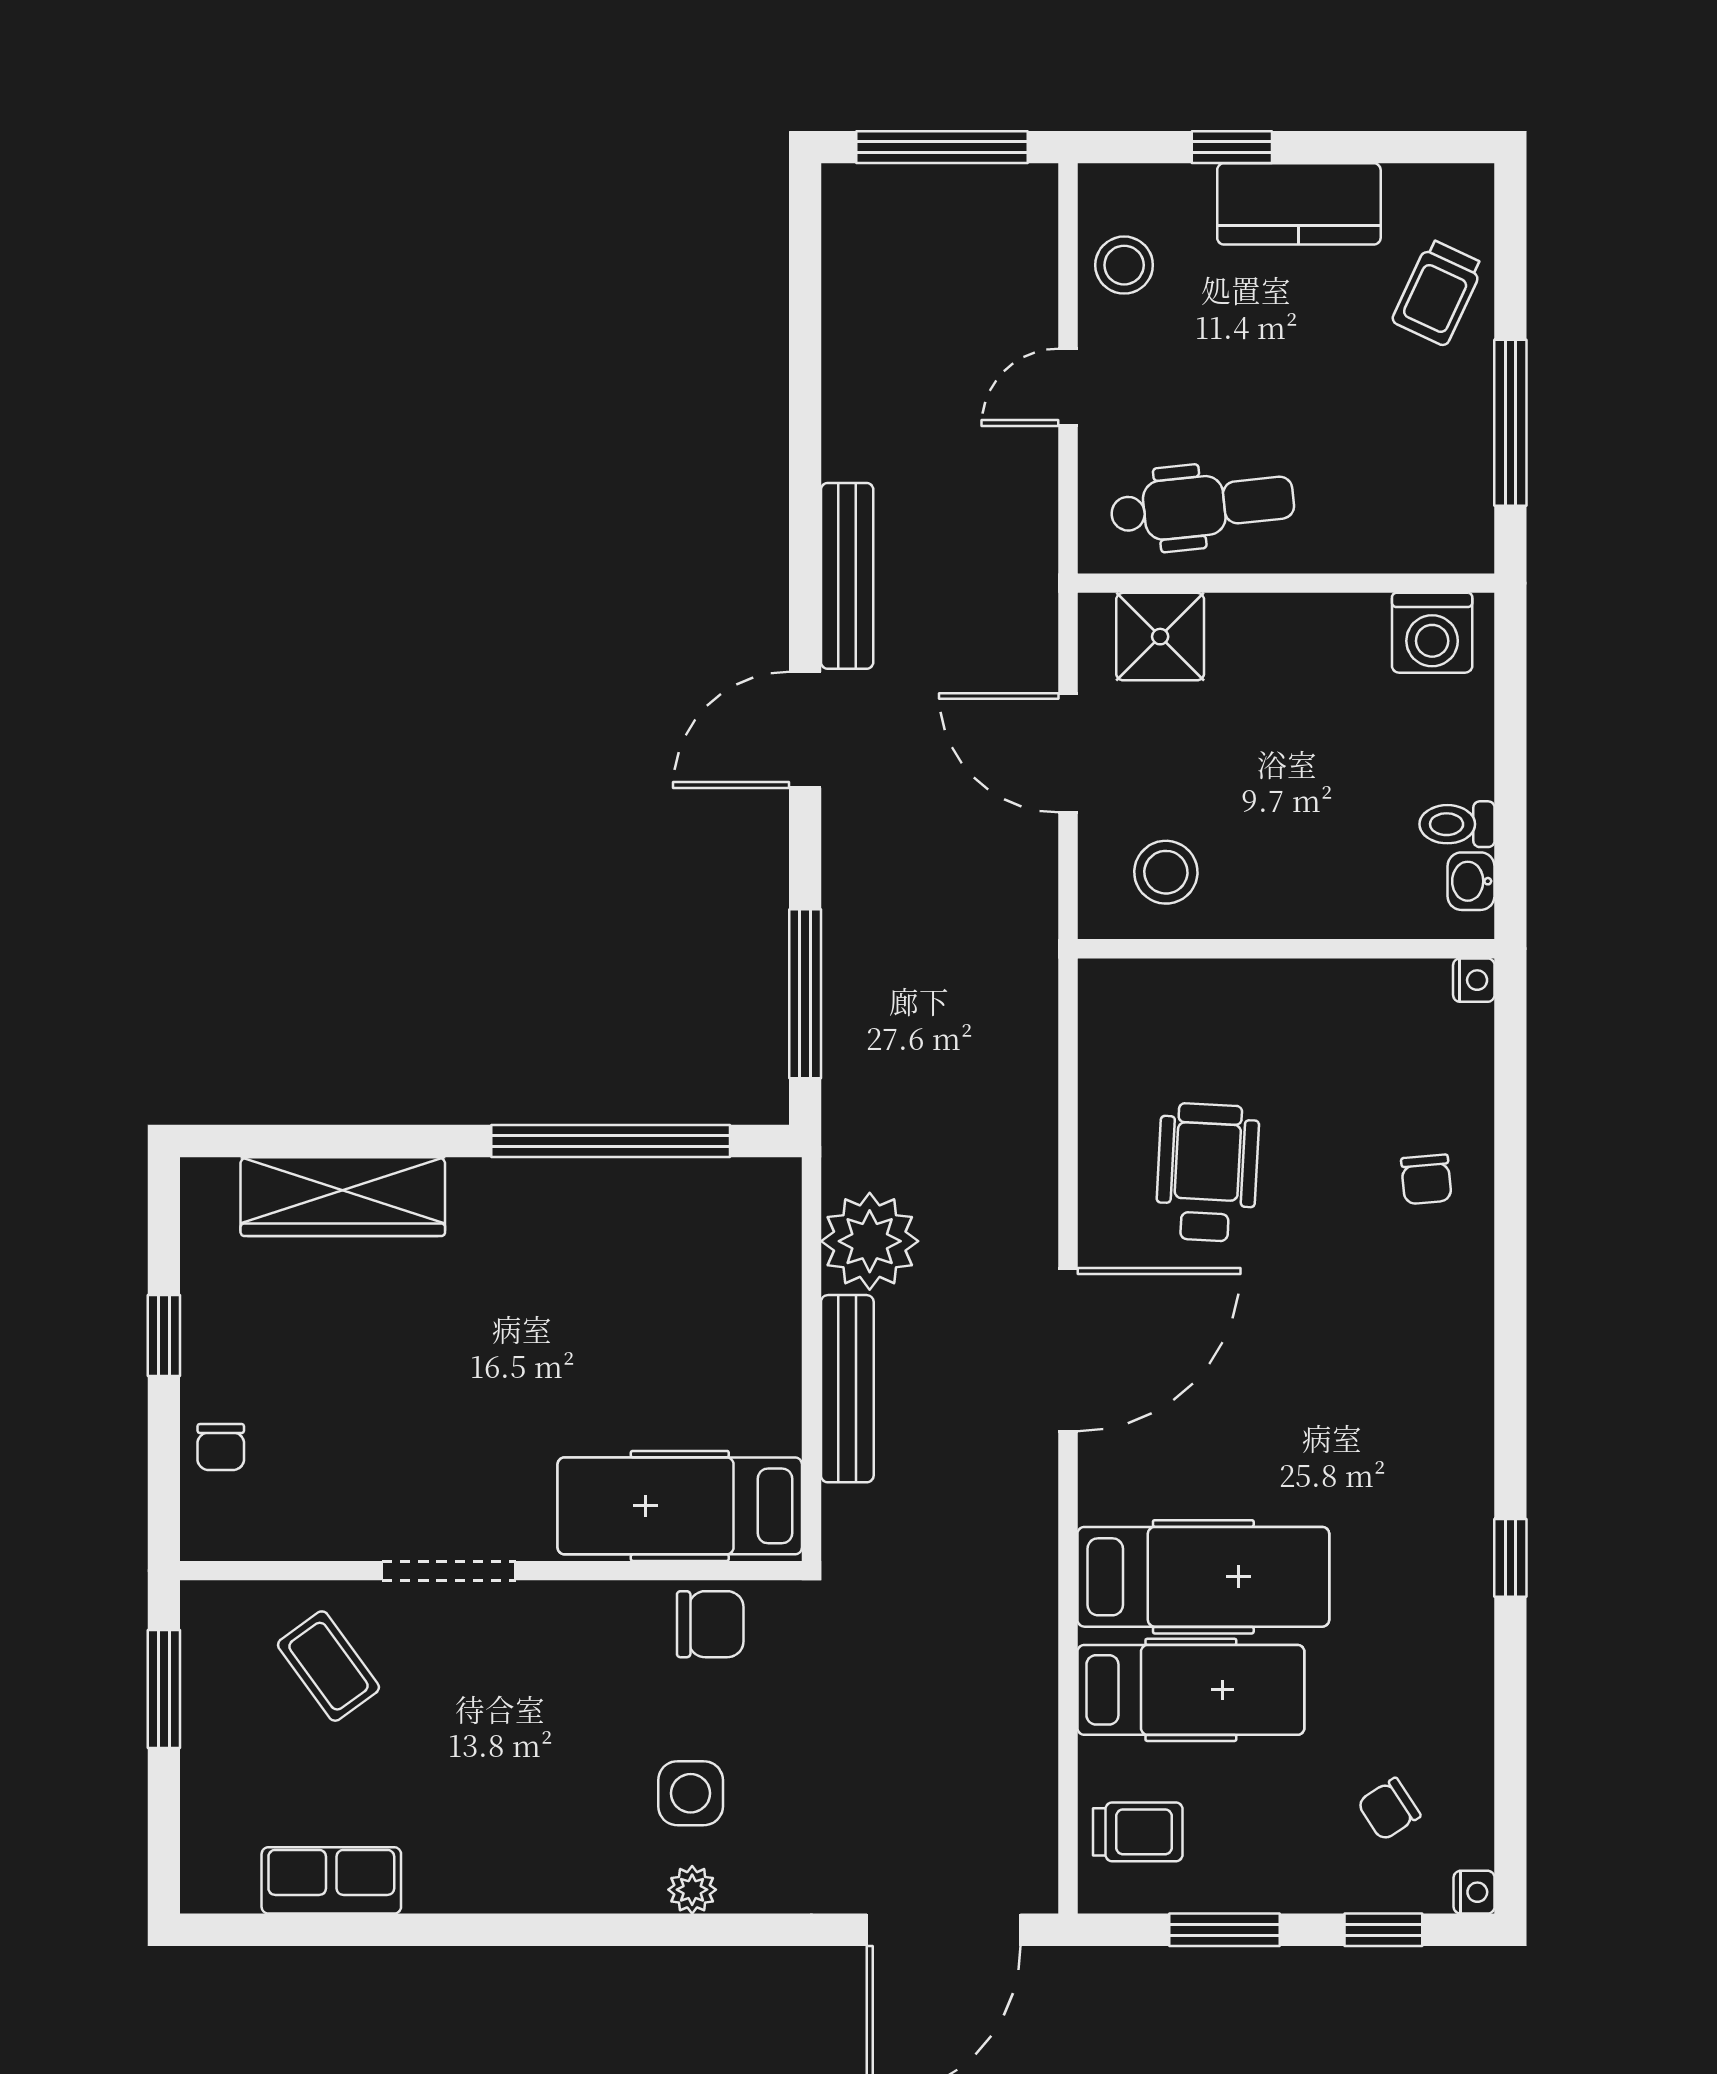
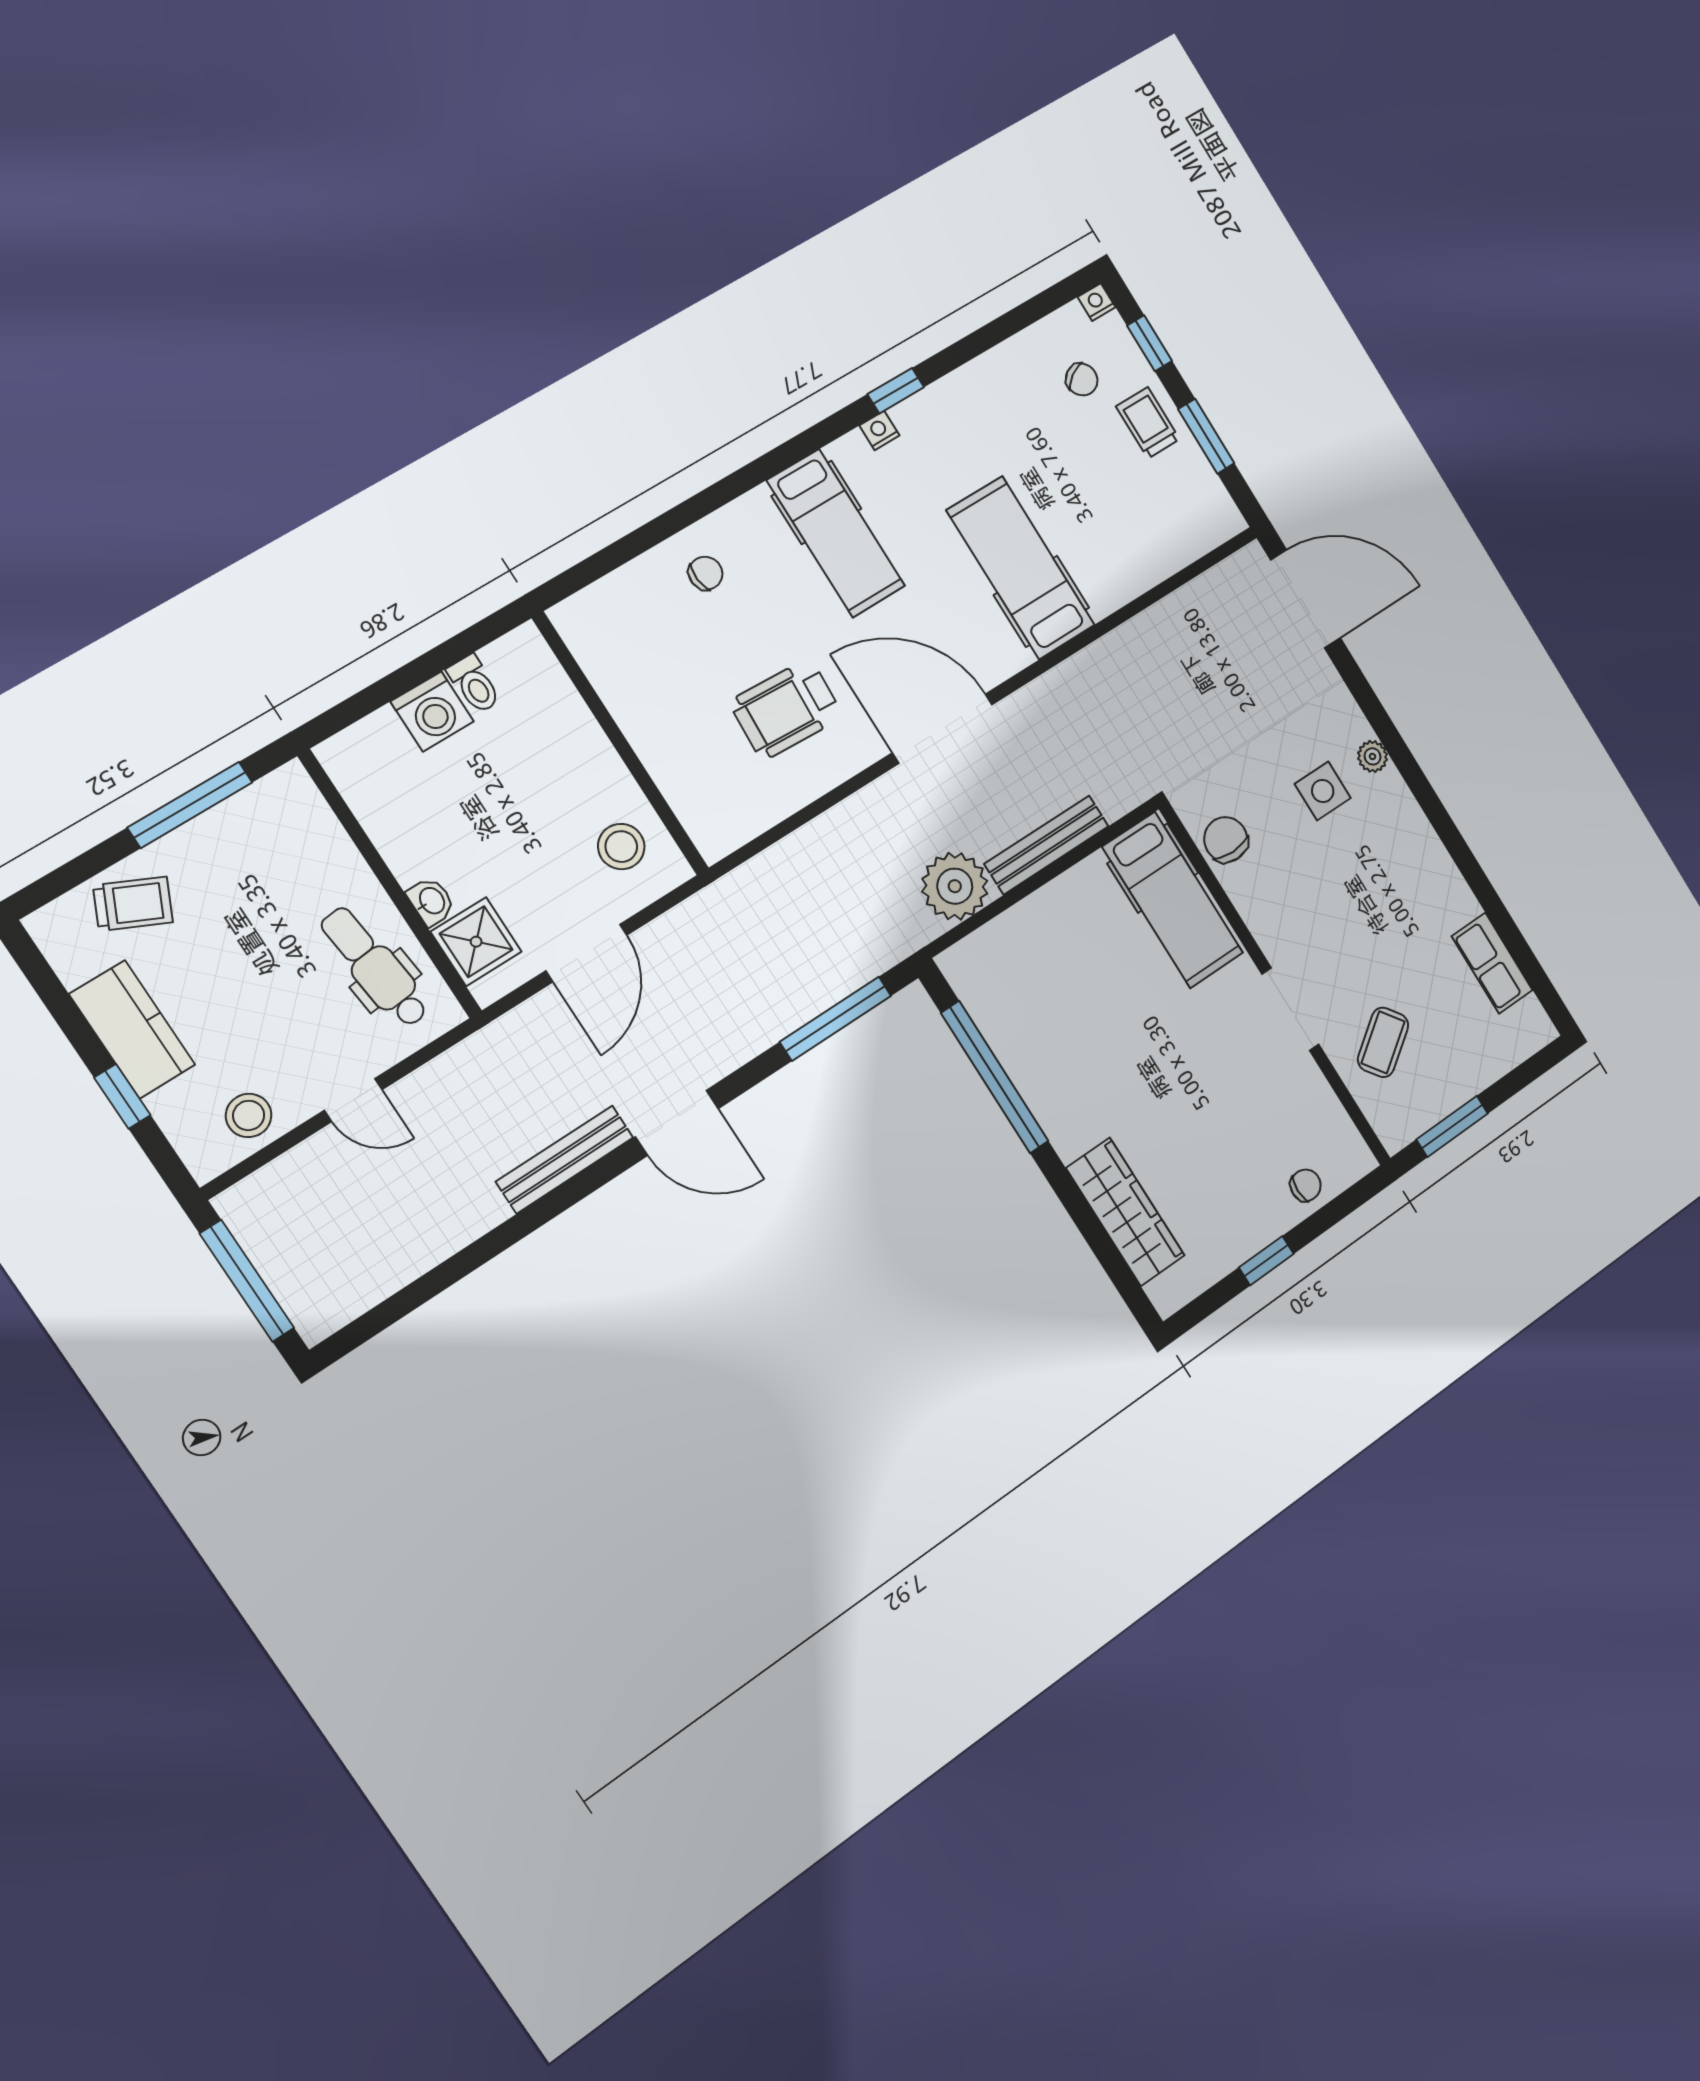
washing machine: (1432, 633) -> (432, 712), moved, turned 90
washbasin: (1471, 881) -> (431, 901), moved, turned -90
nightstand: (1474, 980) -> (879, 430), moved
hospital bed: (1191, 1690) -> (836, 533), moved, turned 180
trolley: (1138, 1832) -> (1148, 423), moved

